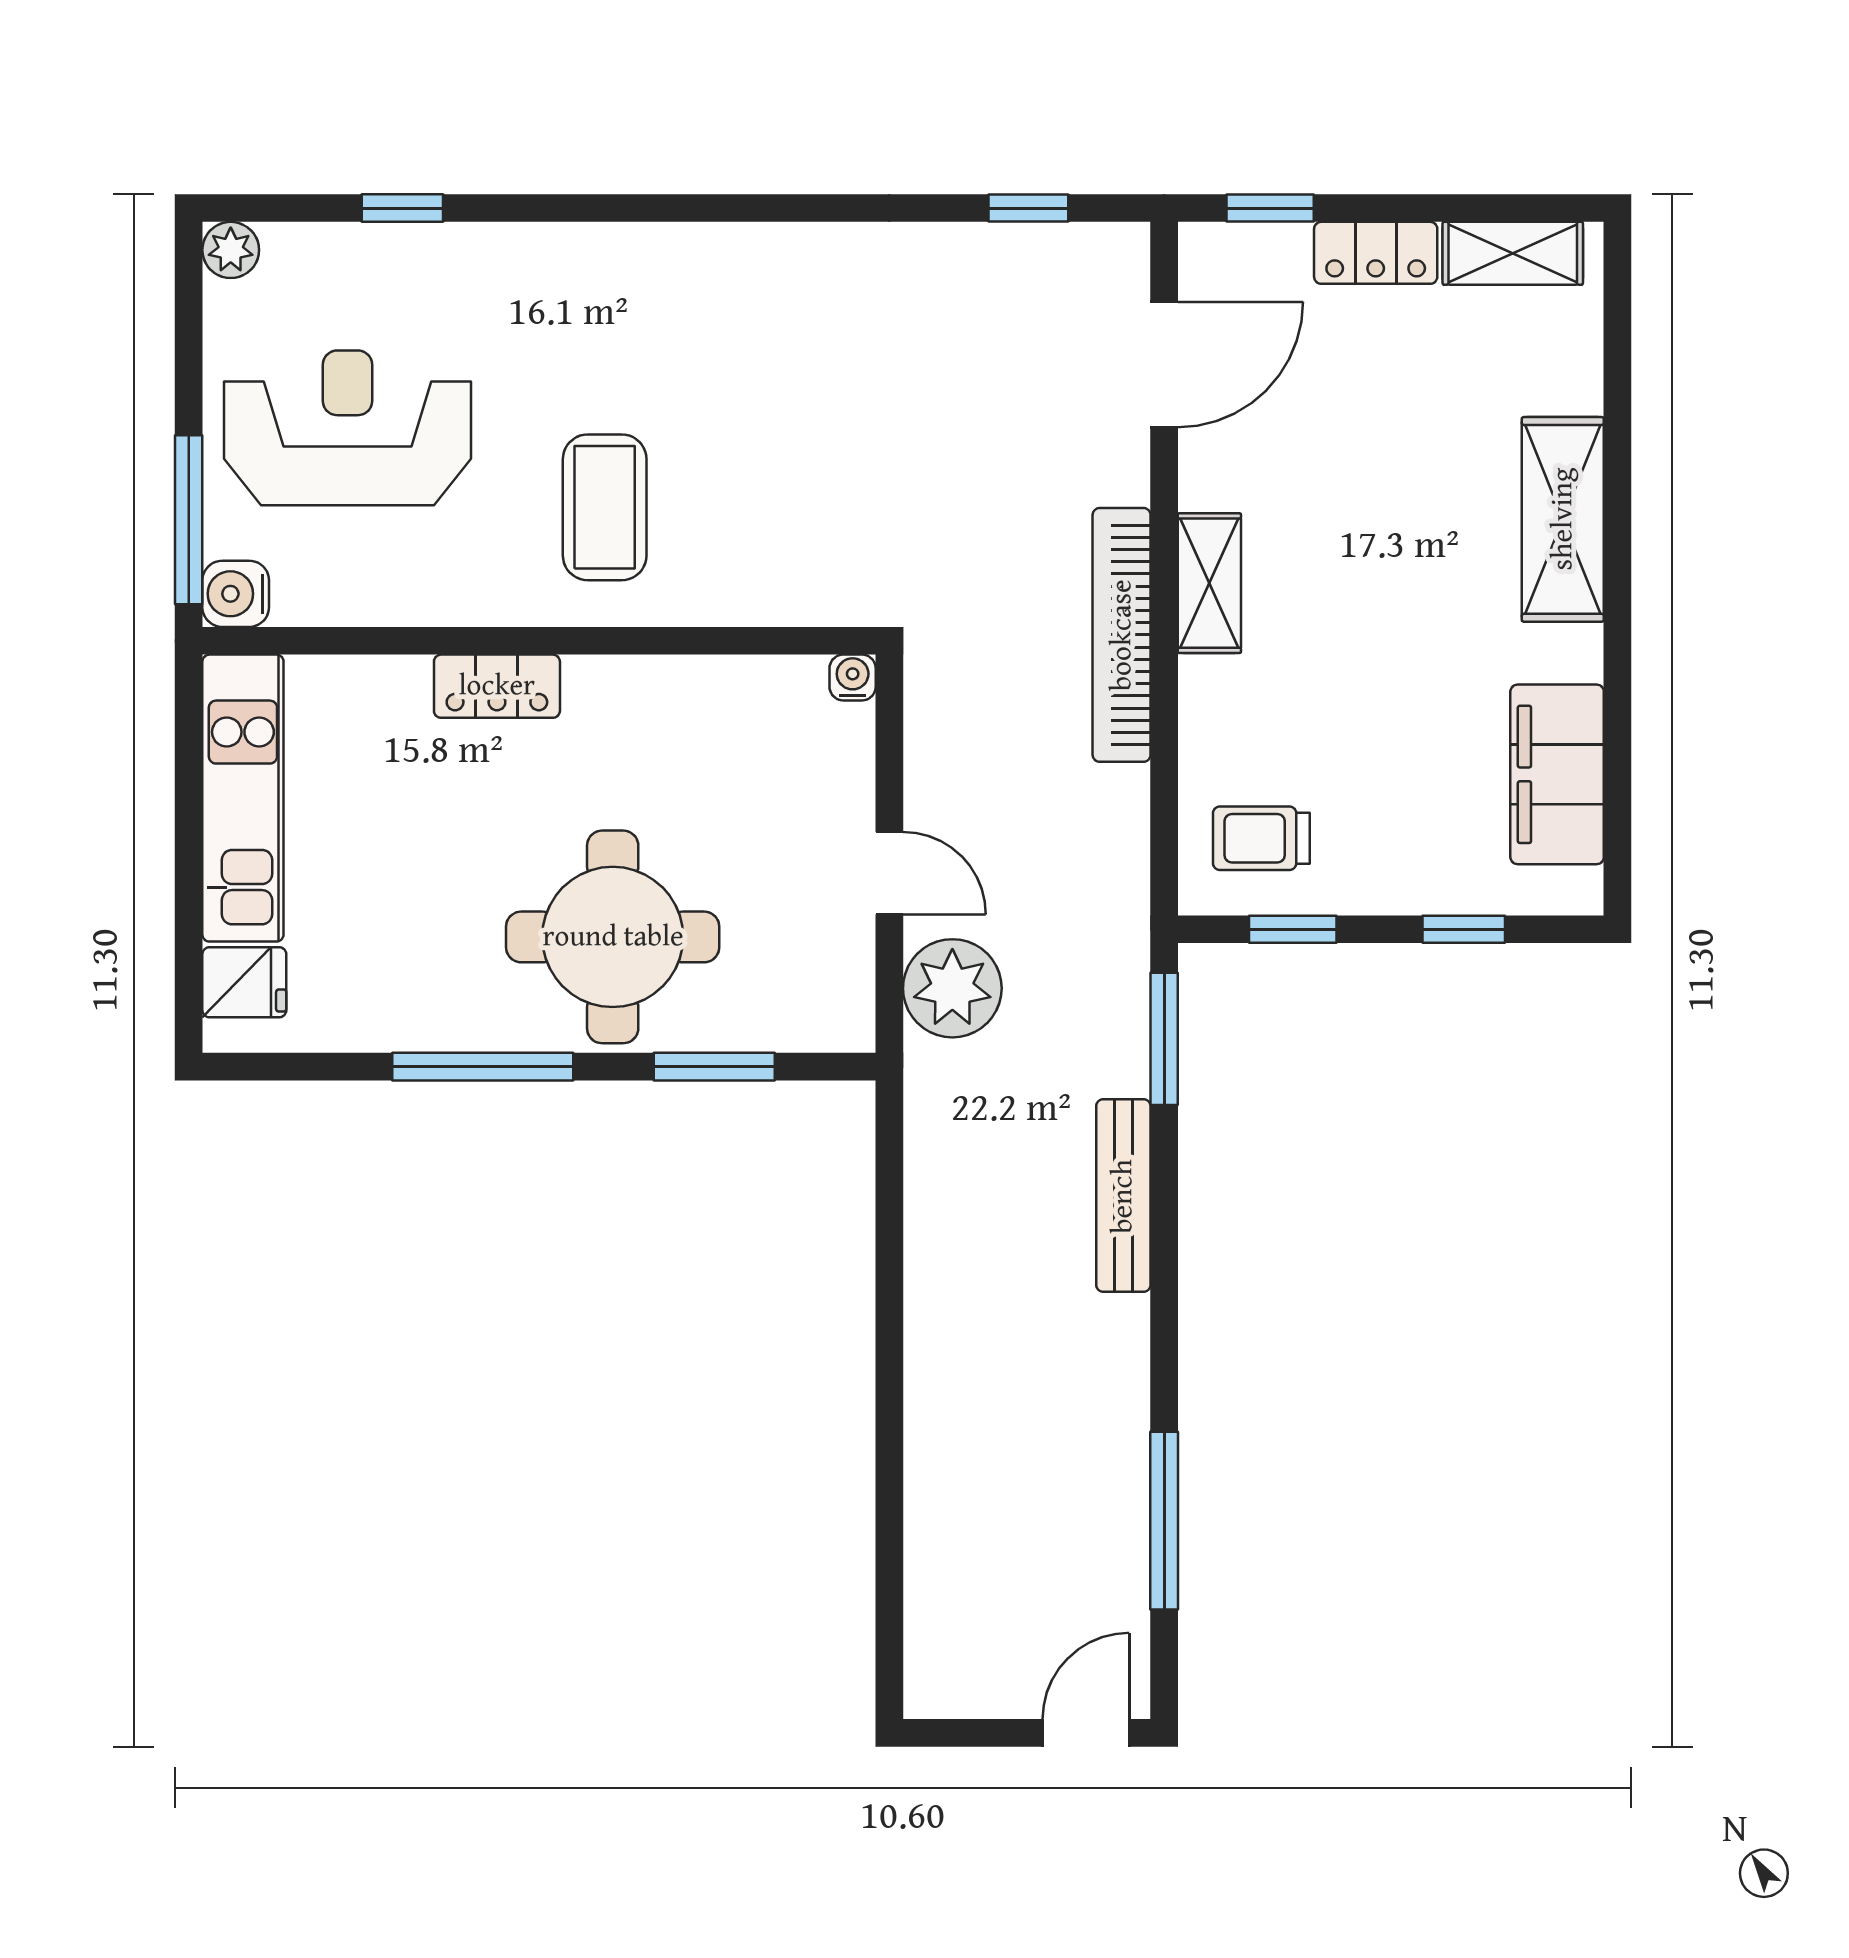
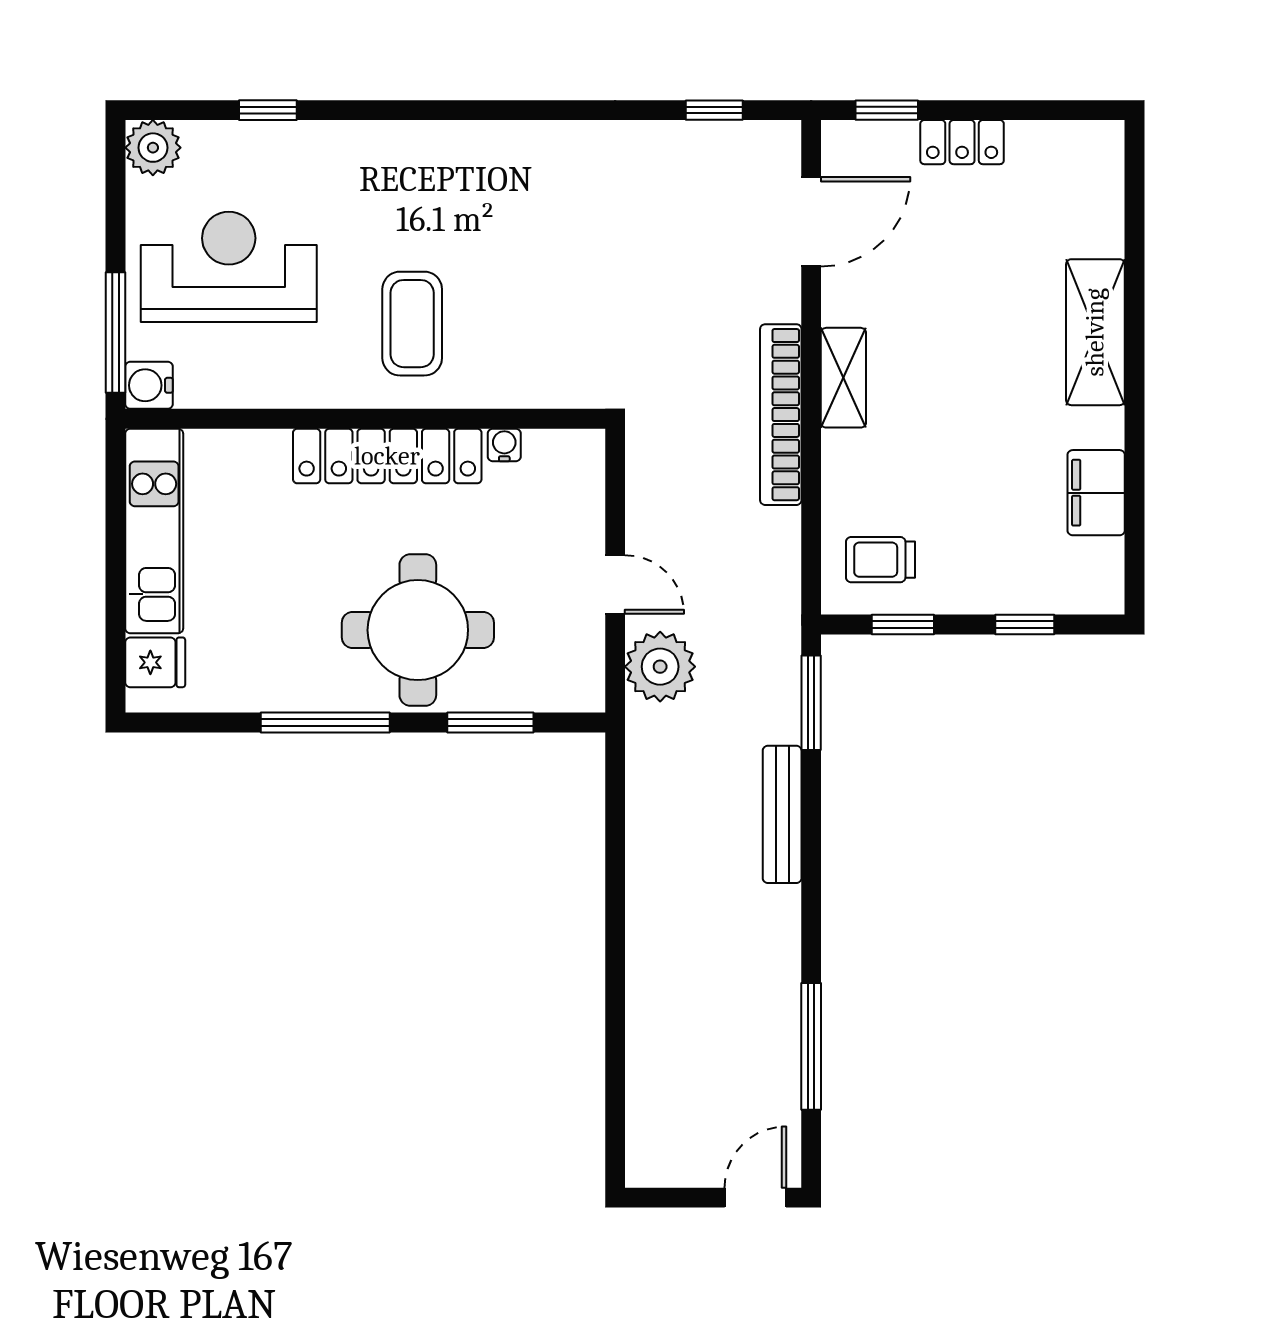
plant: (231, 250) -> (153, 148), width x1.38, depth x1.38
shelving: (1513, 253) -> (1060, 142), removed
water cooler: (853, 678) -> (504, 445), moved
locker: (497, 686) -> (387, 456), width x2.16, depth x1.21
filing cabinet: (1557, 774) -> (1096, 493), width x0.67, depth x0.86

